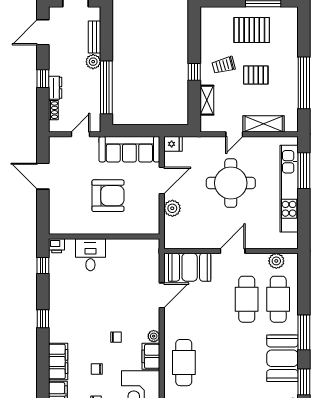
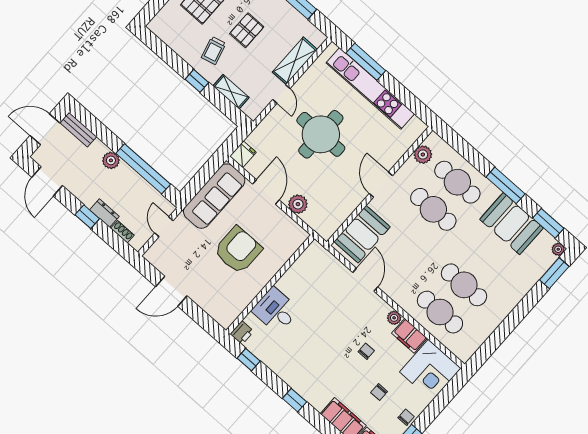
bench: (94, 37) -> (78, 130), moved
cafe table: (215, 363) -> (464, 285), added

